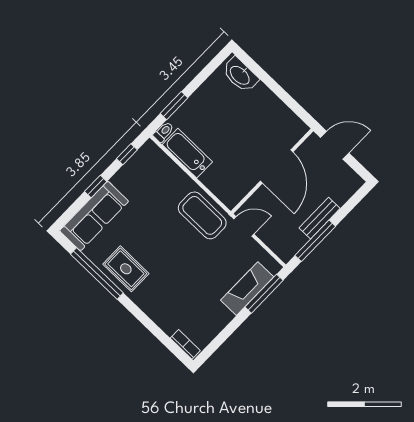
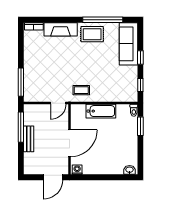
washbasin: (240, 75) -> (130, 170), width x0.52, depth x0.69
washing machine: (298, 127) -> (77, 170), added
bathtub: (187, 153) -> (101, 111), moved
door: (277, 167) -> (69, 143), swing flipped
coffee table: (202, 215) -> (81, 90), width x0.54, depth x0.58
fireplace: (247, 289) -> (61, 29), moved, turned 90

